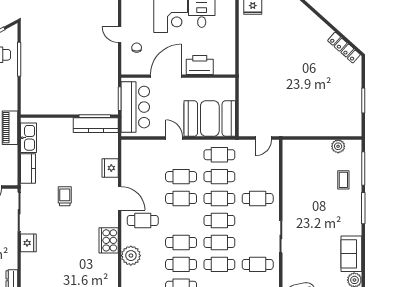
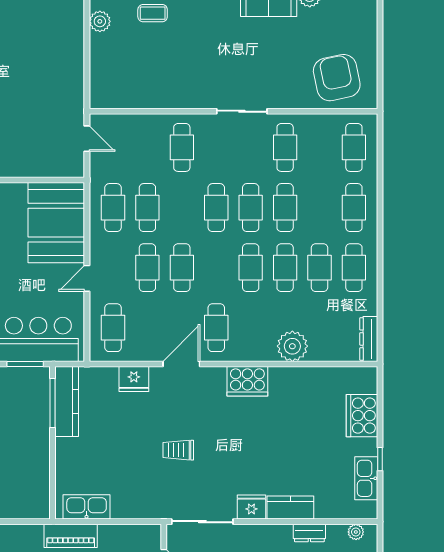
kitchen counter: (28, 169) -> (290, 508), moved
cafe table: (219, 199) -> (113, 328), moved
plant: (131, 256) -> (292, 346), moved

